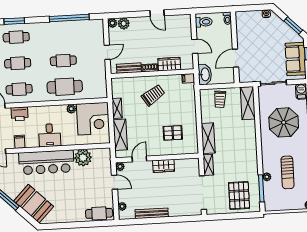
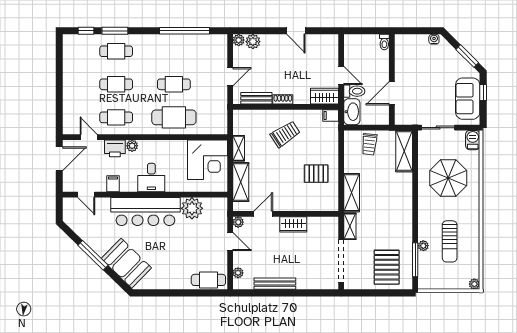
toilet: (204, 22) -> (354, 91), moved
wardrobe: (169, 64) -> (325, 96), moved
plant: (71, 109) -> (132, 146), moved
pallet: (173, 133) -> (316, 174), moved

